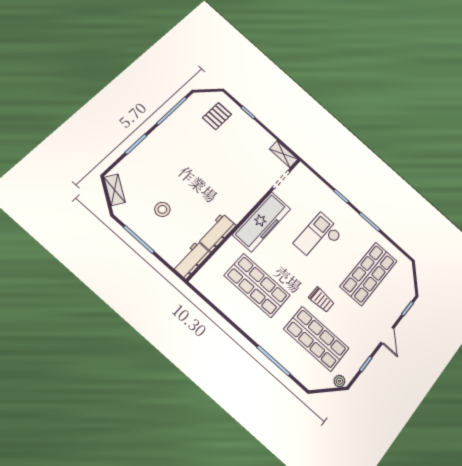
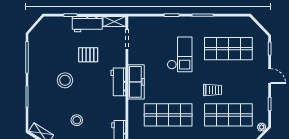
pallet: (217, 116) -> (88, 55), moved, turned 90
workbench: (256, 134) -> (87, 24), added
stool: (187, 163) -> (65, 80), added
freezer: (262, 222) -> (136, 82), width x0.73, depth x0.79
workbench: (217, 232) -> (118, 82), moved
checkout: (318, 238) -> (180, 54), turned 180
shop shelf: (369, 274) -> (228, 49), turned 90

